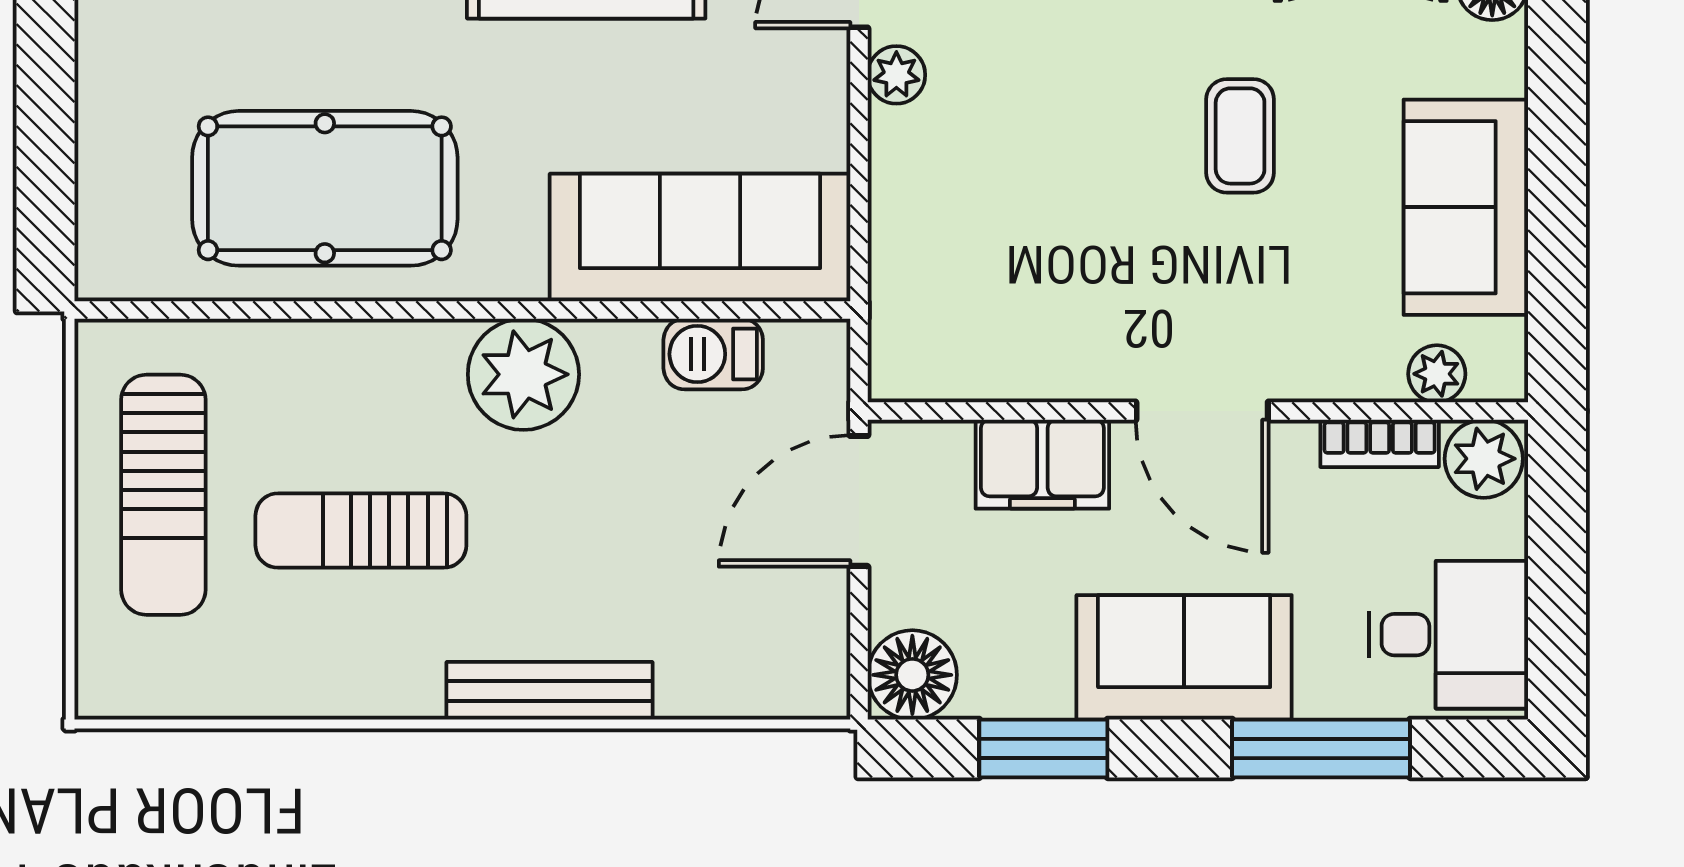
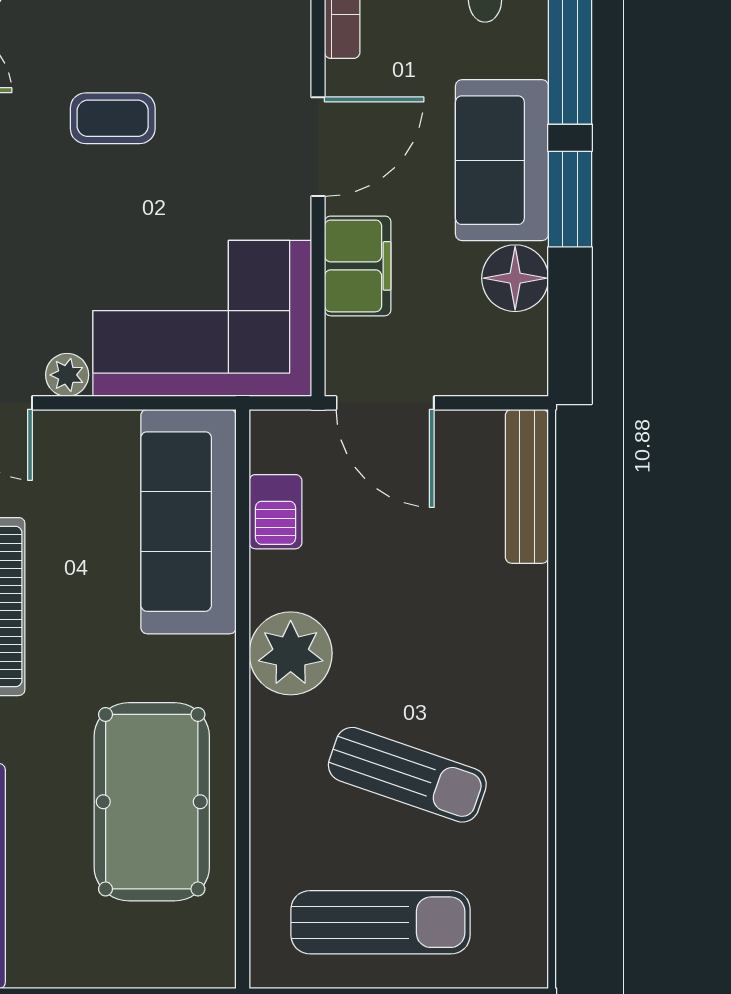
corner sofa: (972, 256) -> (202, 318), added
sun lounger: (361, 531) -> (407, 775), turned -71
floor lamp: (912, 675) -> (515, 278), moved
bench: (550, 691) -> (527, 486), moved
window: (1043, 748) -> (570, 199), moved

